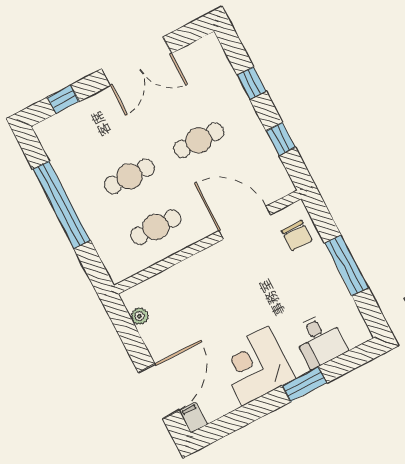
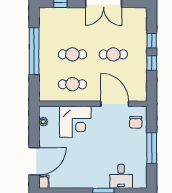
window: (281, 139) -> (152, 63), moved
corner desk: (255, 366) -> (75, 122), moved, turned 180

